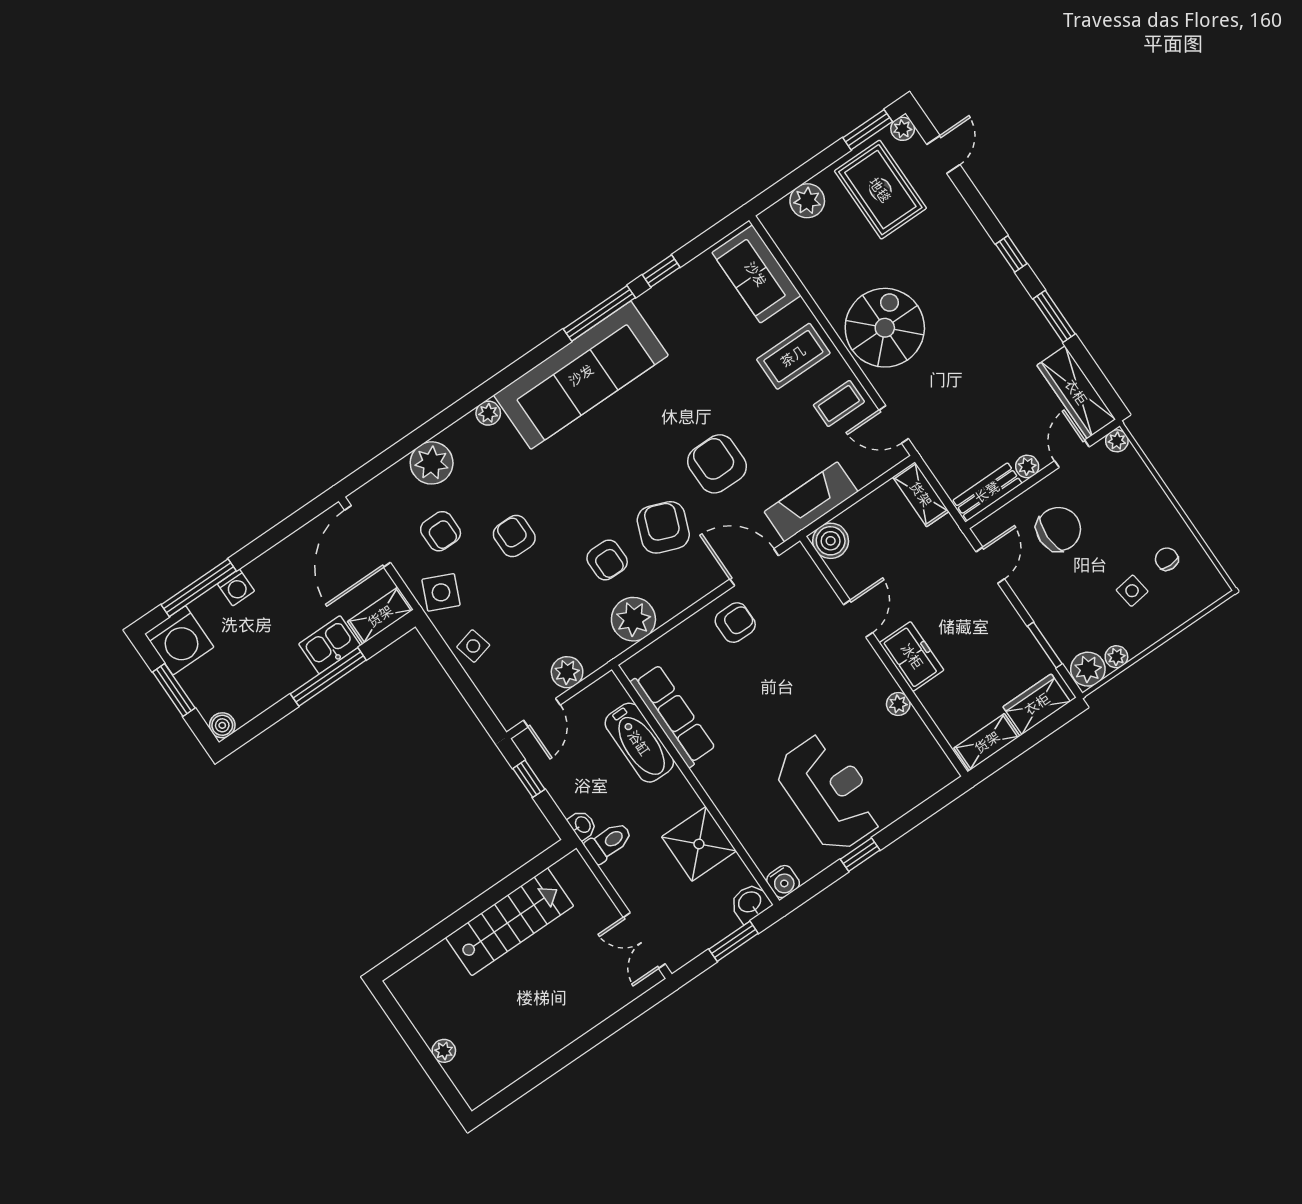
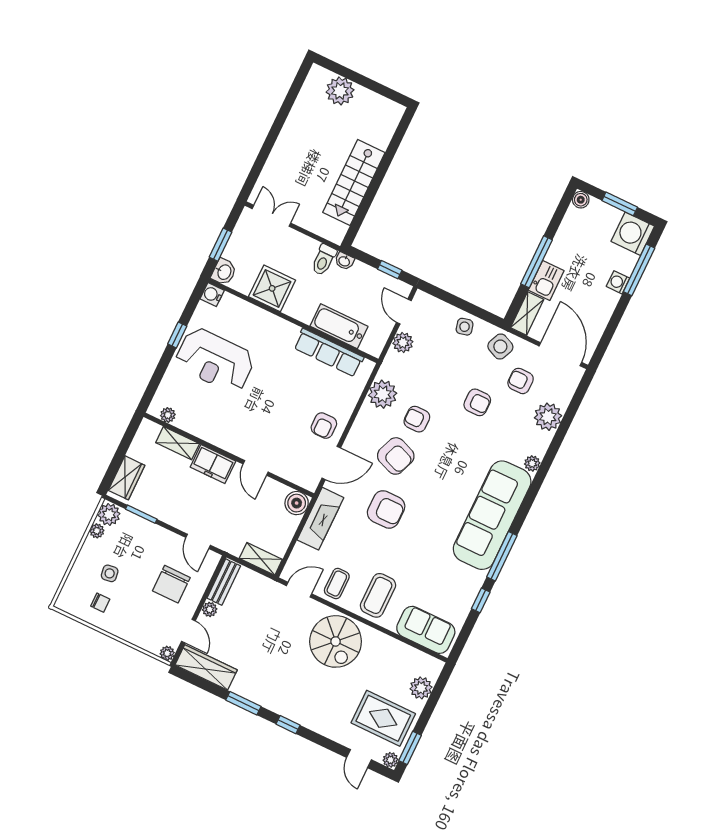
plant: (898, 704) -> (168, 415), moved
shelving: (987, 742) -> (178, 443), moved, turned 90
plant: (444, 1051) -> (340, 91), width x1.87, depth x1.87

